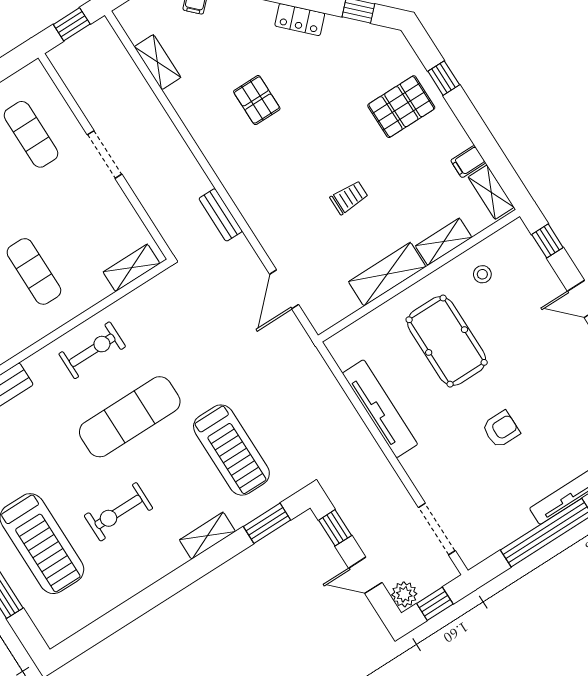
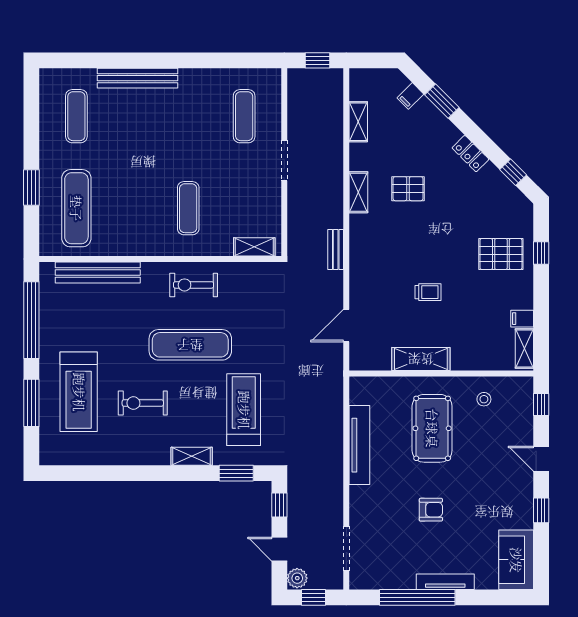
pallet: (257, 100) -> (408, 189), turned 90
shelving: (444, 242) -> (358, 192), moved, turned 90
exercise bike: (92, 350) -> (194, 285), turned 180
treadmill: (231, 450) -> (244, 410), turned 180

